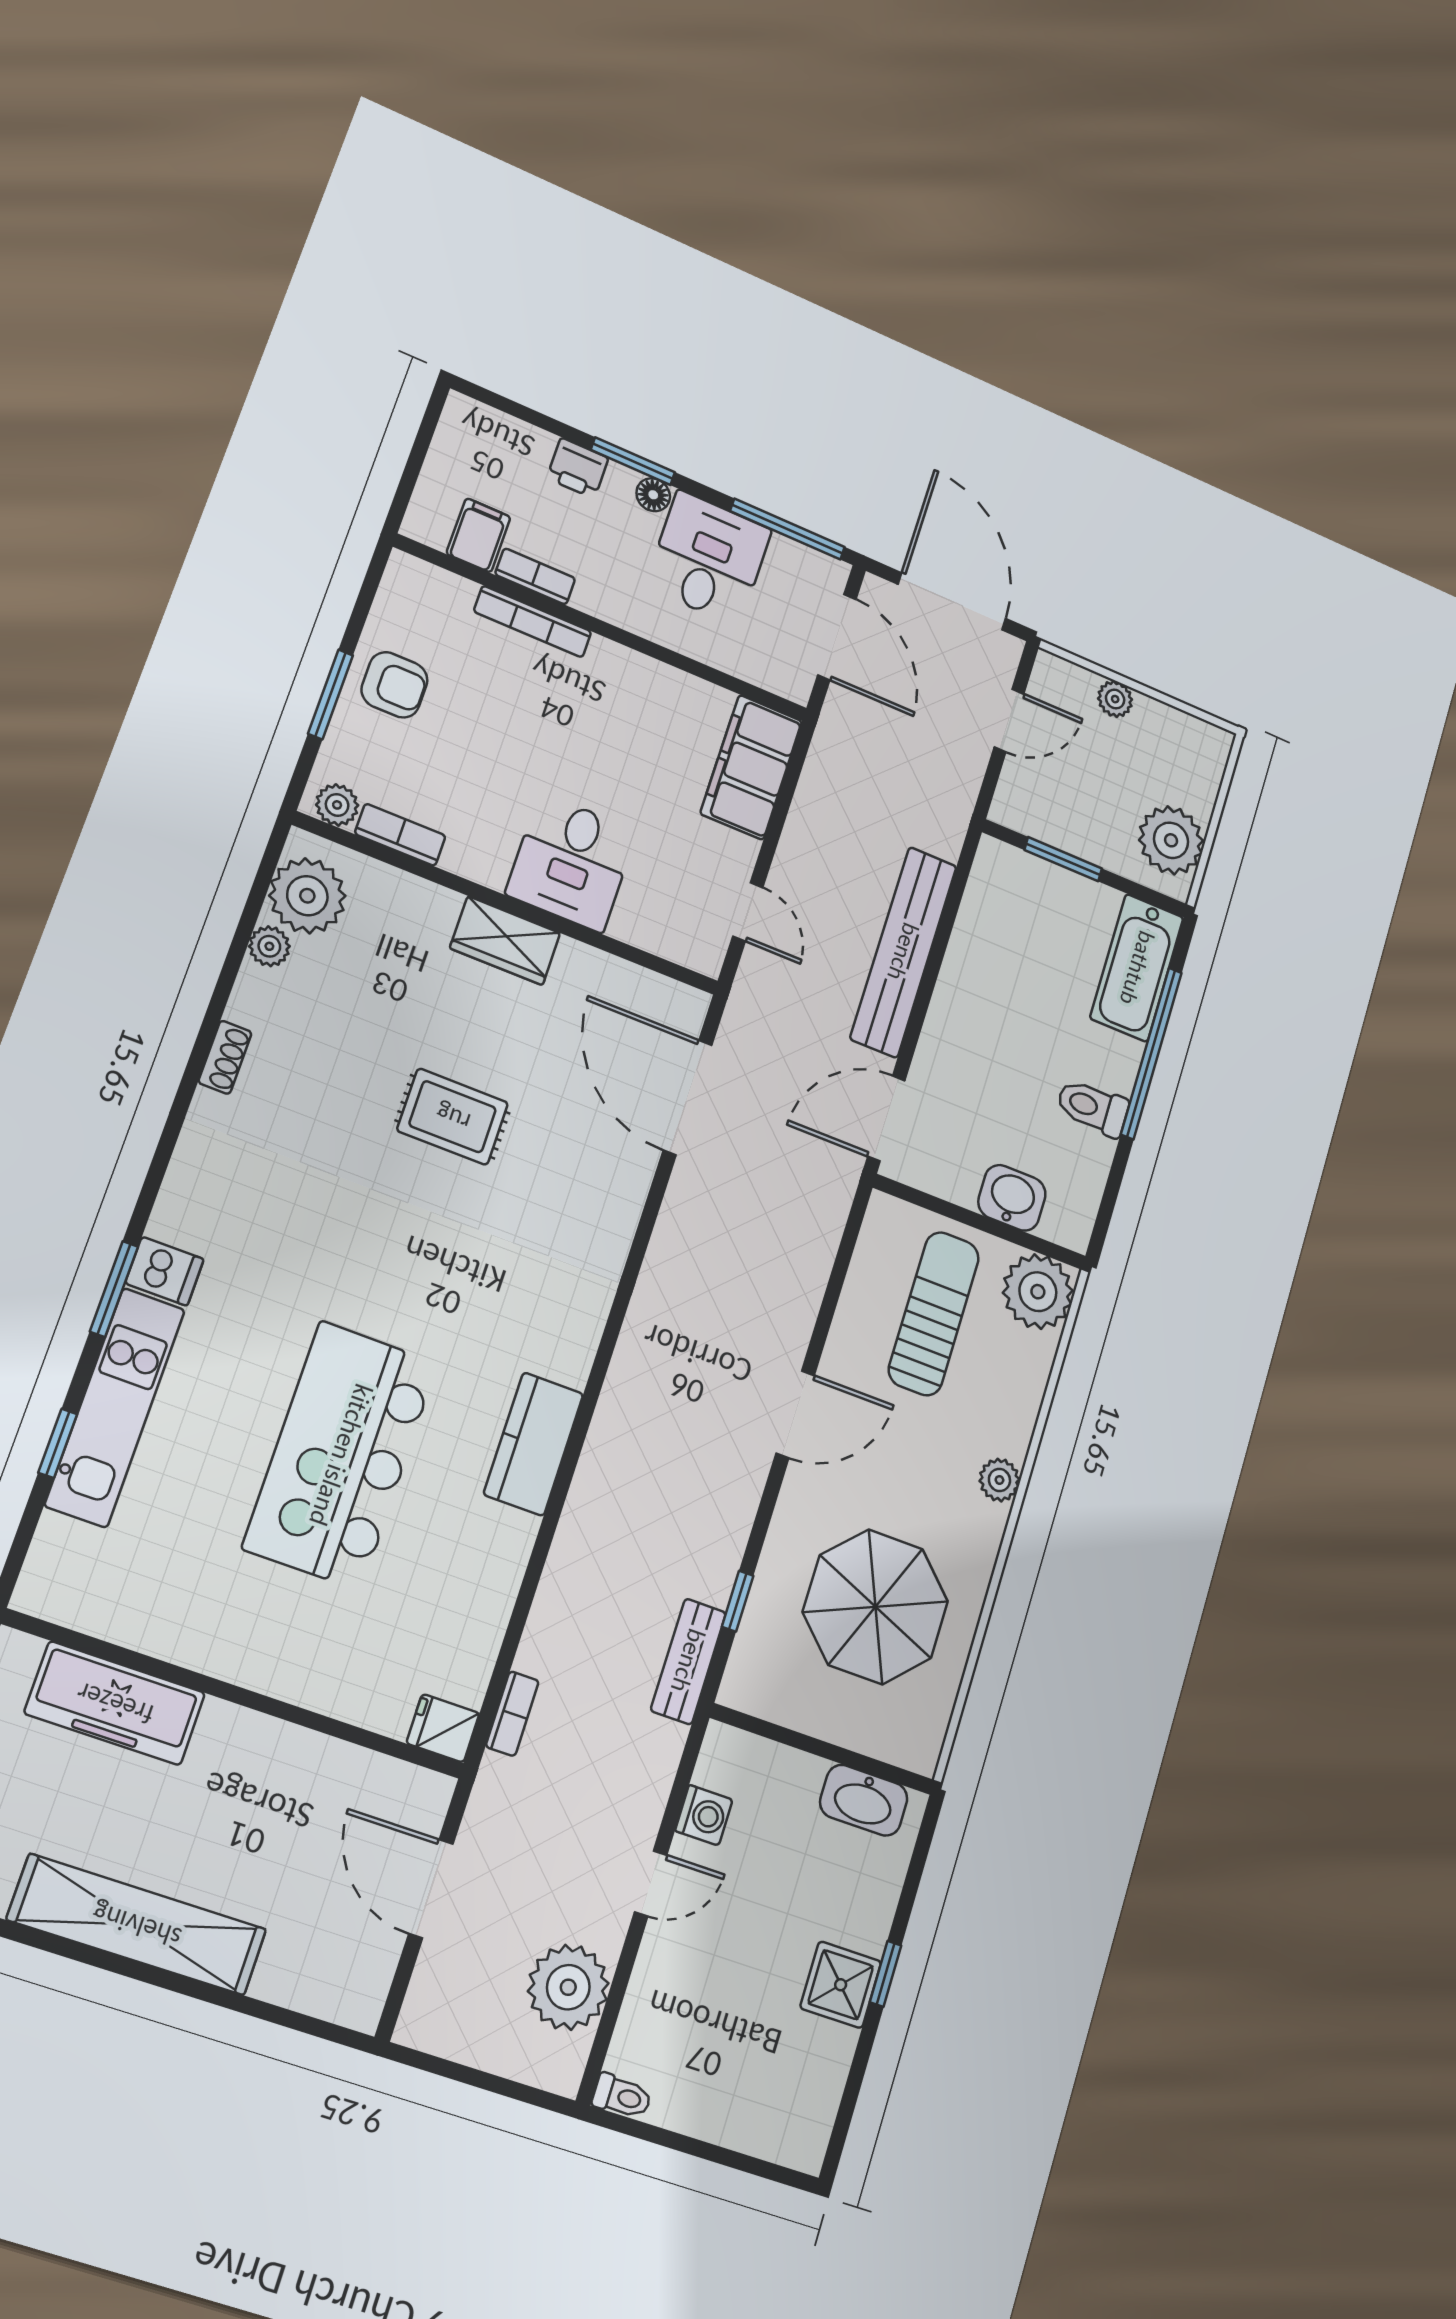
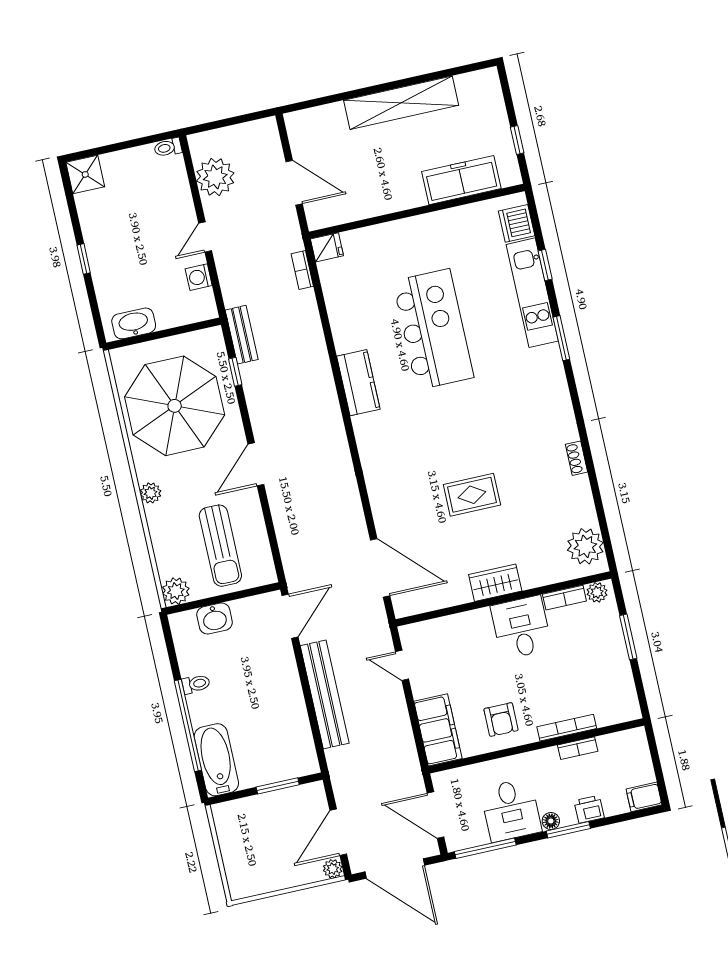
filing cabinet: (478, 535) -> (644, 797), moved, turned 90
armchair: (394, 685) -> (501, 720), moved, turned -90
plant: (1115, 699) -> (333, 869), moved
door: (1009, 720) -> (338, 832), width x1.37
plant: (1171, 840) -> (234, 829), removed
desk: (571, 862) -> (521, 627), moved
plant: (269, 946) -> (587, 515), removed
toilet: (1093, 1107) -> (196, 684), width x0.73, depth x0.72
dishwasher: (164, 1271) -> (517, 223), moved, width x1.38
plant: (1038, 1292) -> (176, 591), width x0.73, depth x0.73
parasol: (876, 1607) -> (175, 406), width x1.36, depth x1.36
shower: (841, 1985) -> (85, 174), moved

